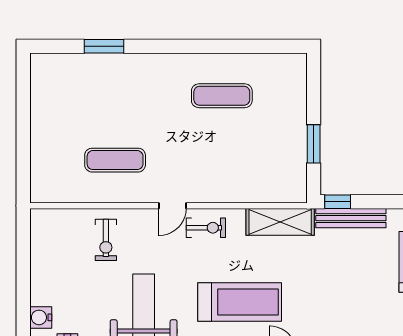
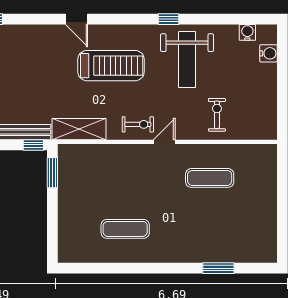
window: (314, 144) -> (52, 173), moved
exercise bike: (206, 228) -> (138, 124), turned 180
treadmill: (240, 302) -> (111, 66), turned 180

